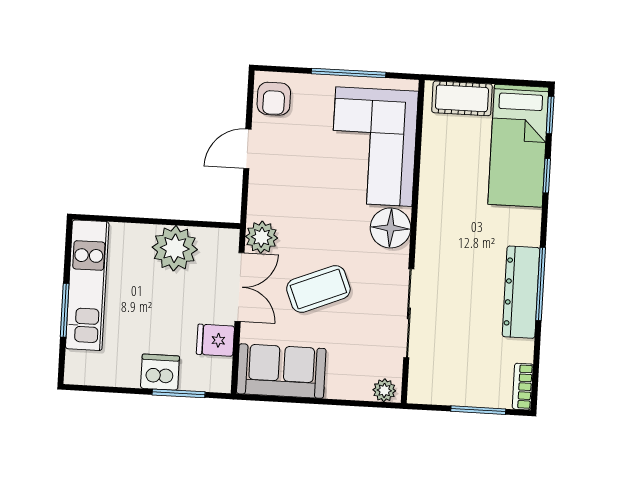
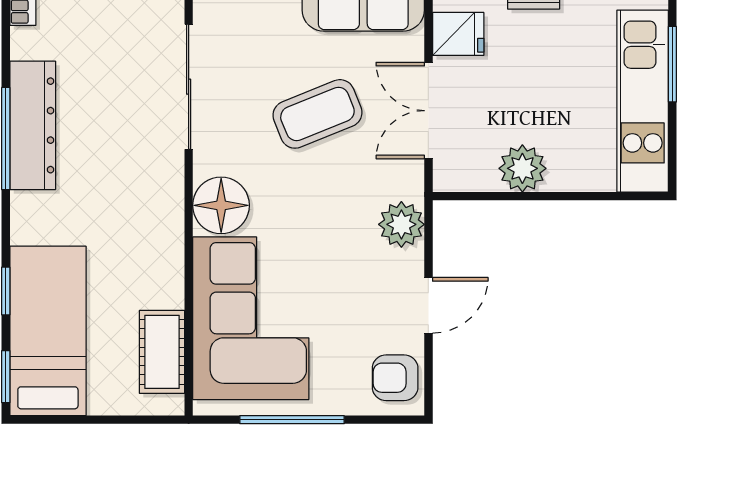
cot: (462, 98) -> (162, 352), moved, turned 90
armchair: (274, 99) -> (395, 378), turned -90
plant: (262, 237) -> (401, 224), moved
plant: (175, 248) -> (522, 168), width x0.73, depth x0.73

